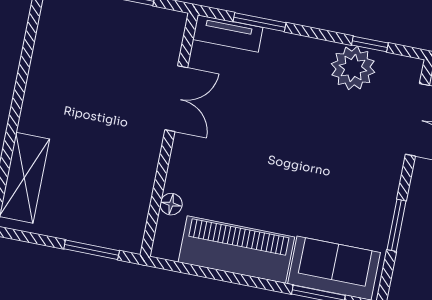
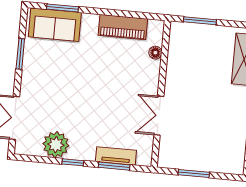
tv unit: (228, 34) -> (116, 156), moved
window: (370, 44) -> (73, 162), moved
piano: (236, 250) -> (123, 27), width x0.73, depth x0.75

